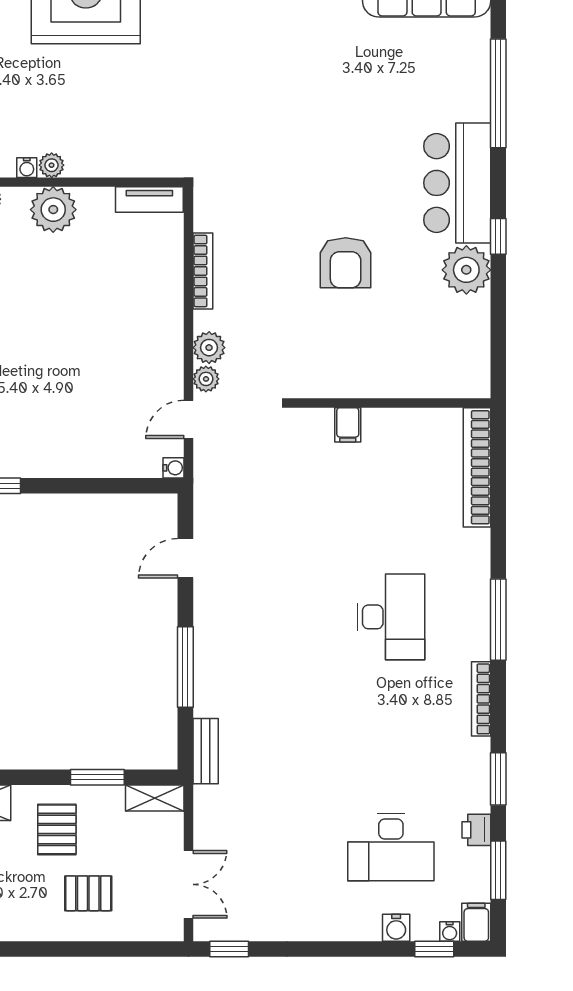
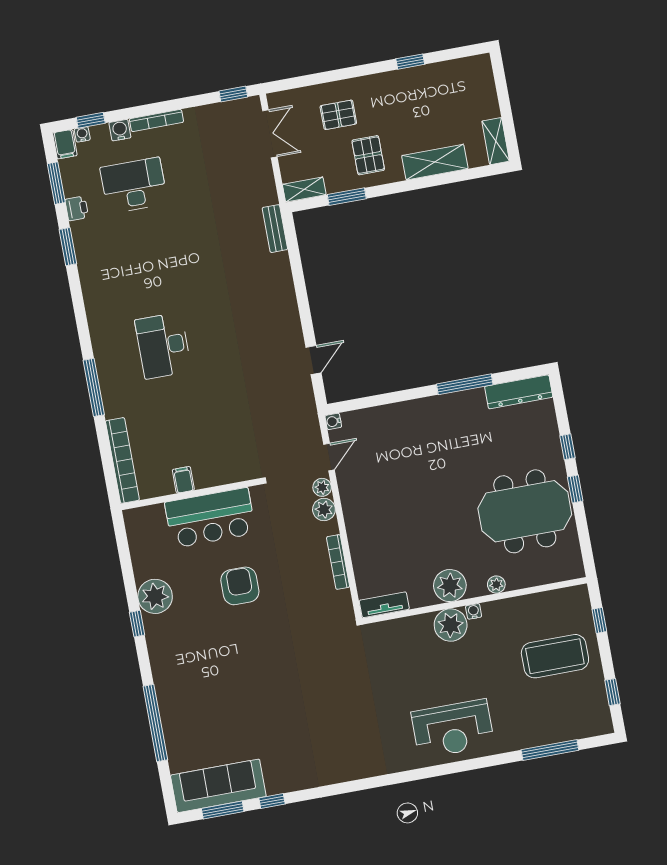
plant: (52, 165) -> (451, 625), width x1.87, depth x1.87
bar counter: (457, 183) -> (210, 518), moved, turned 90
filing cabinet: (348, 425) -> (183, 480), moved
window: (498, 620) -> (94, 387), moved
window: (185, 667) -> (300, 284), removed
bookcase: (481, 699) -> (156, 121), moved, turned 90
double door: (188, 884) -> (270, 134), swing flipped

